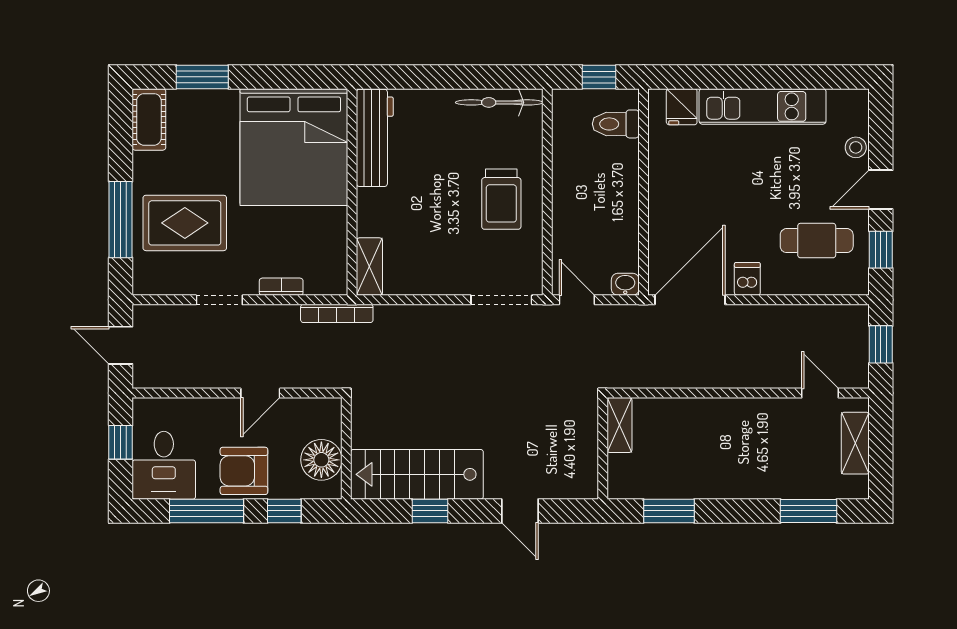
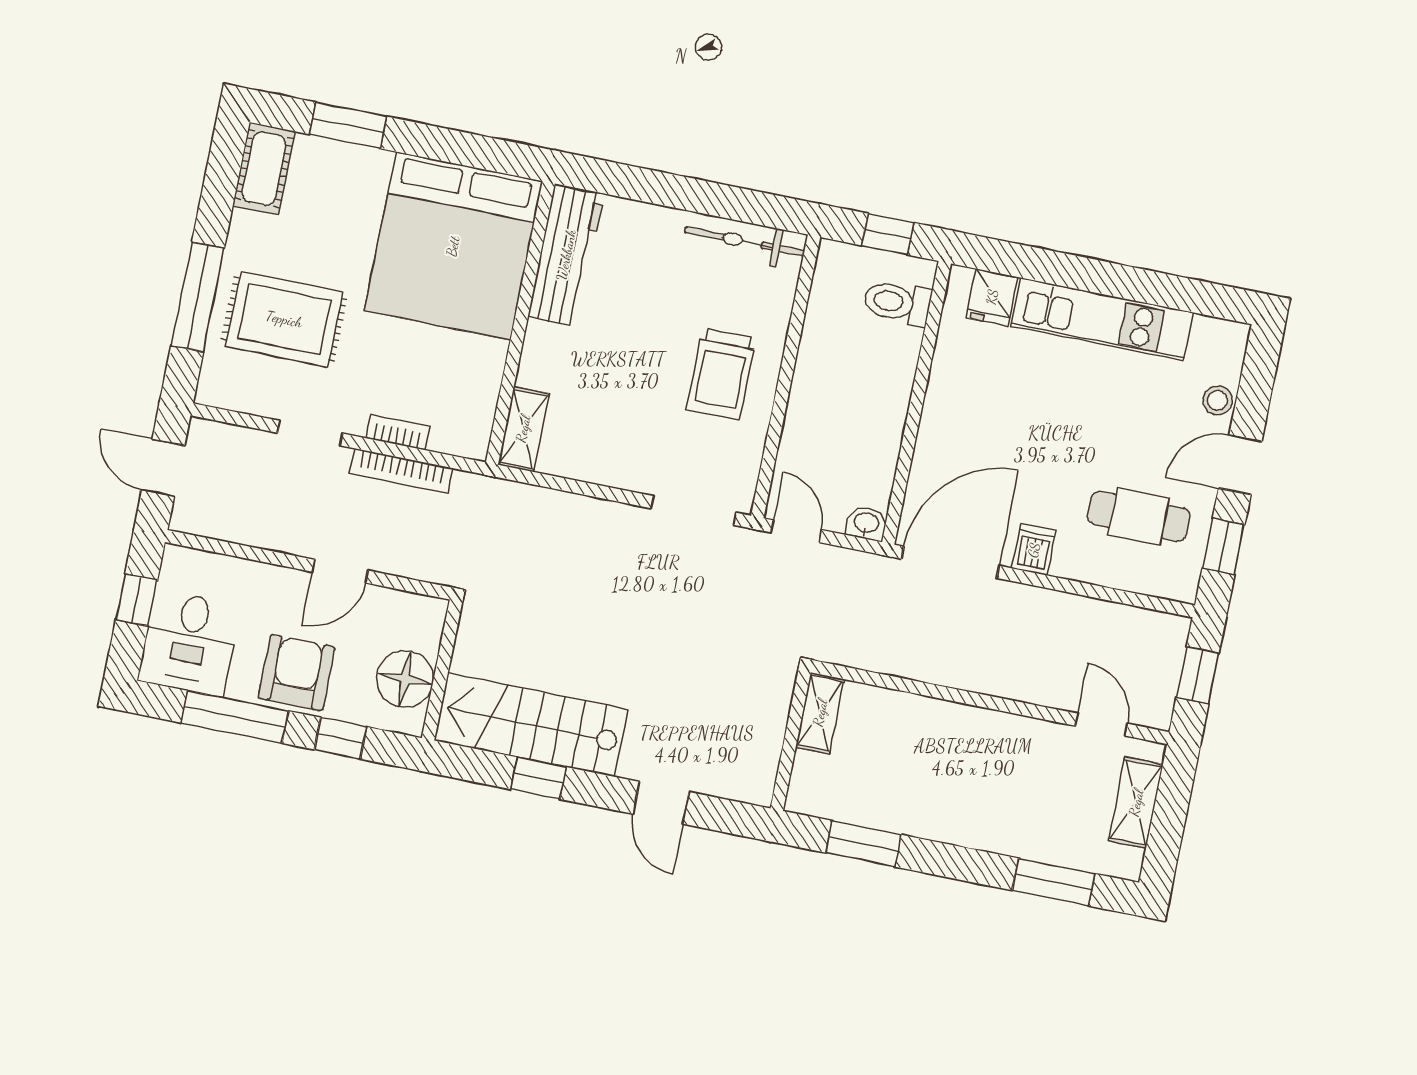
bookcase: (337, 313) -> (401, 471), moved
armchair: (244, 471) -> (297, 673), turned 90

